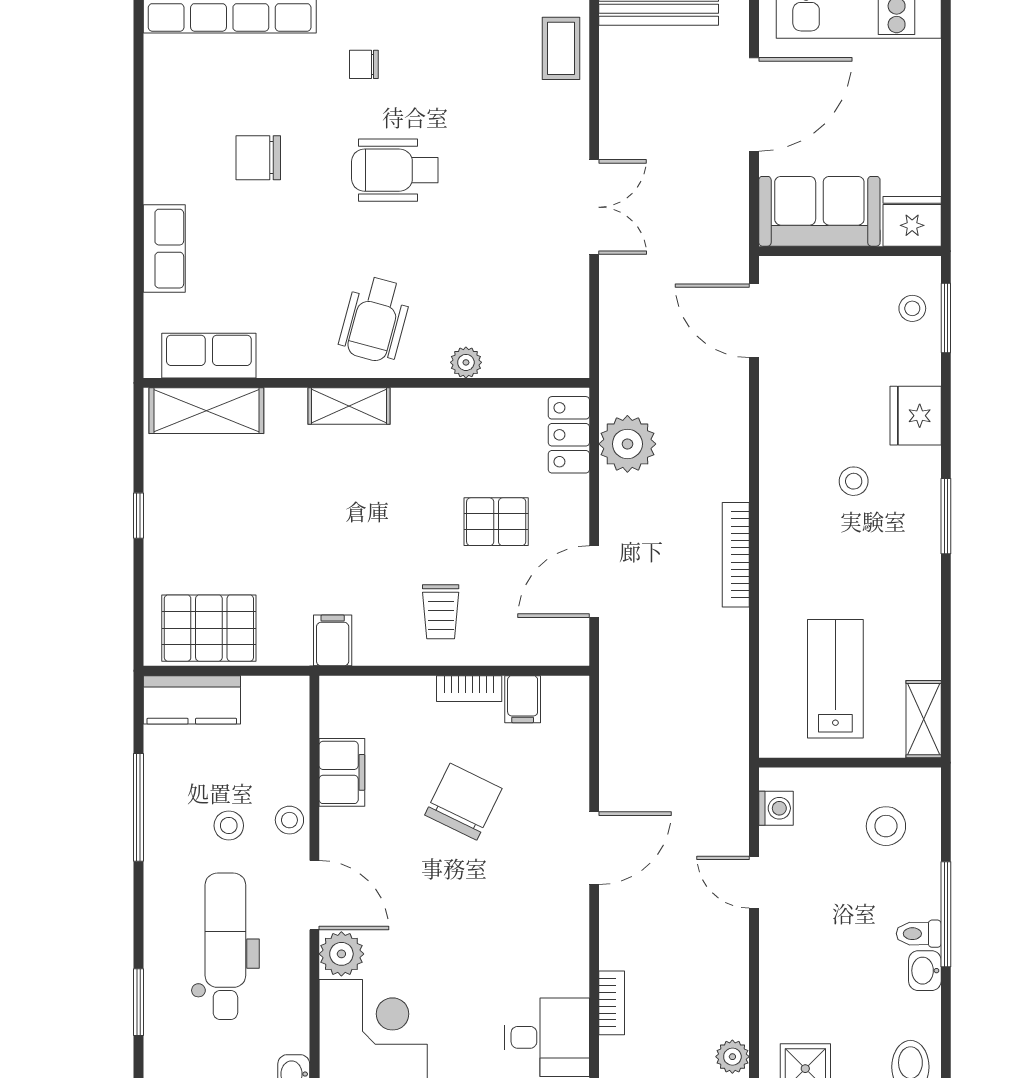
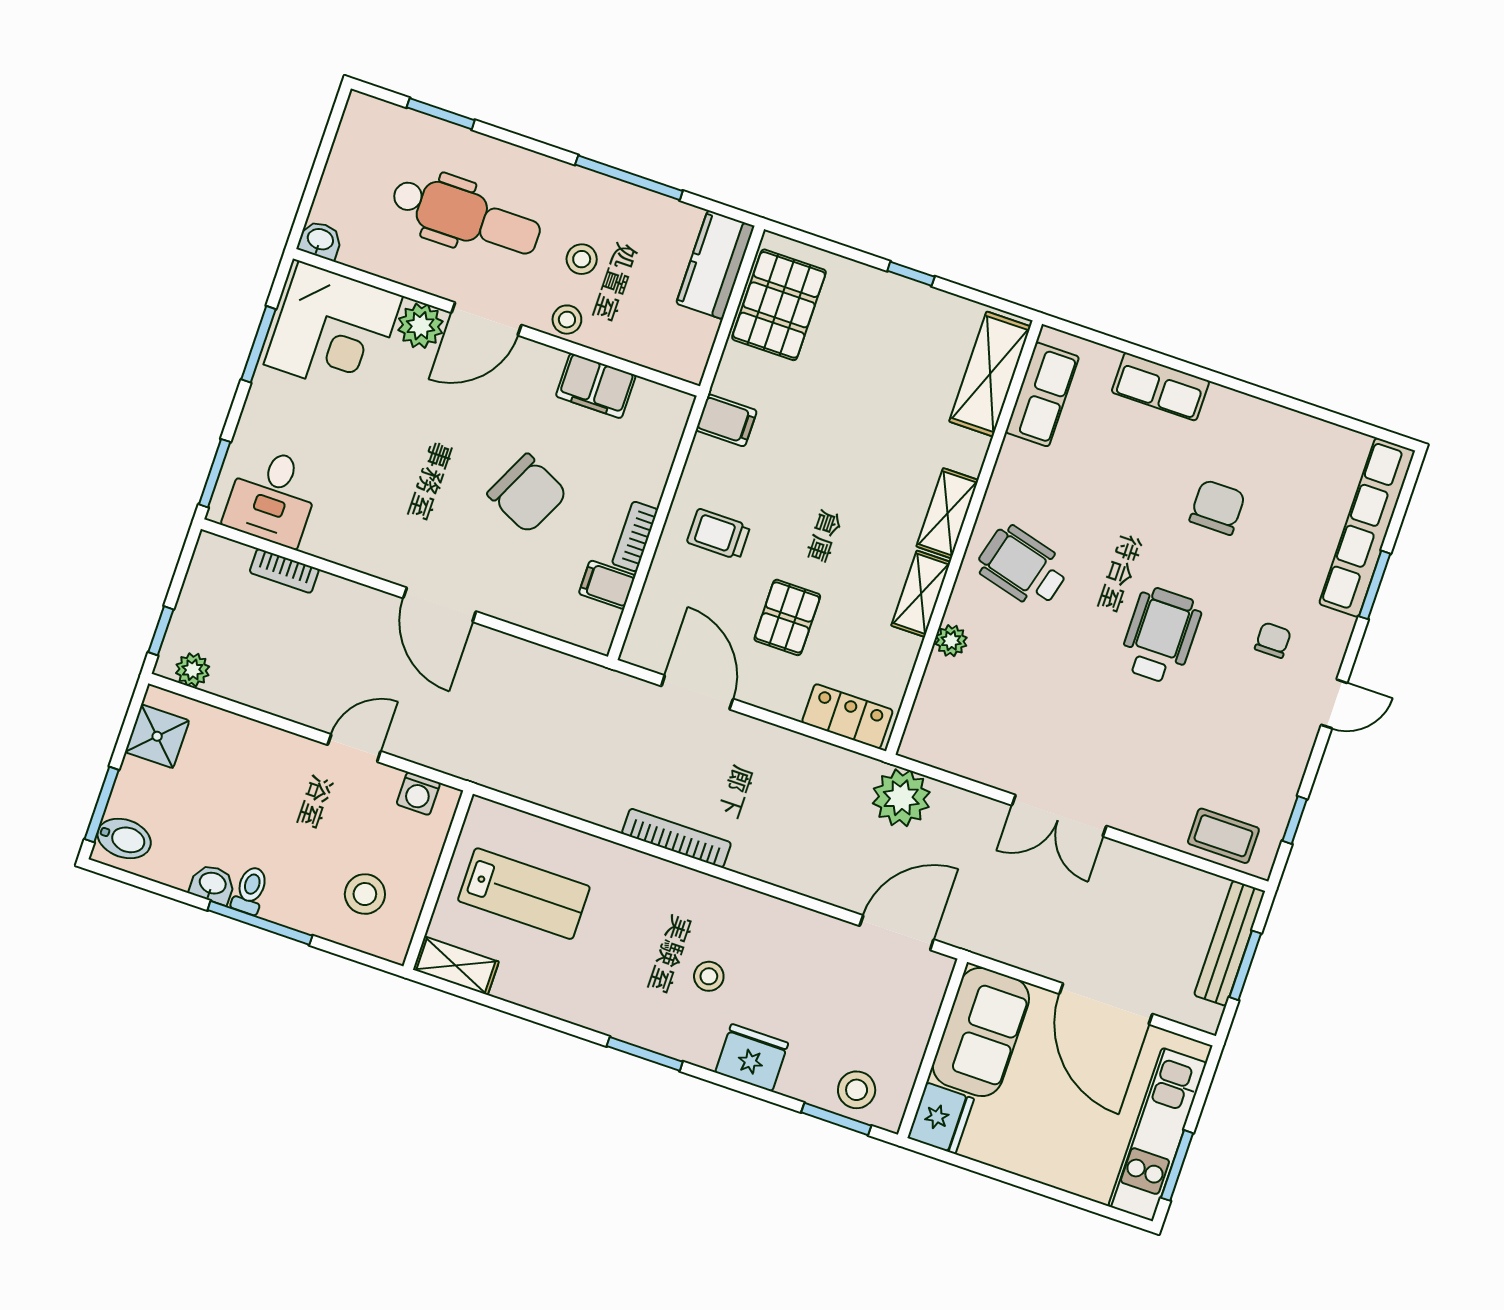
stool: (912, 308) -> (857, 1090), width x1.37, depth x1.37
shelving: (432, 405) -> (921, 594), added
plant: (627, 444) -> (901, 798), moved

